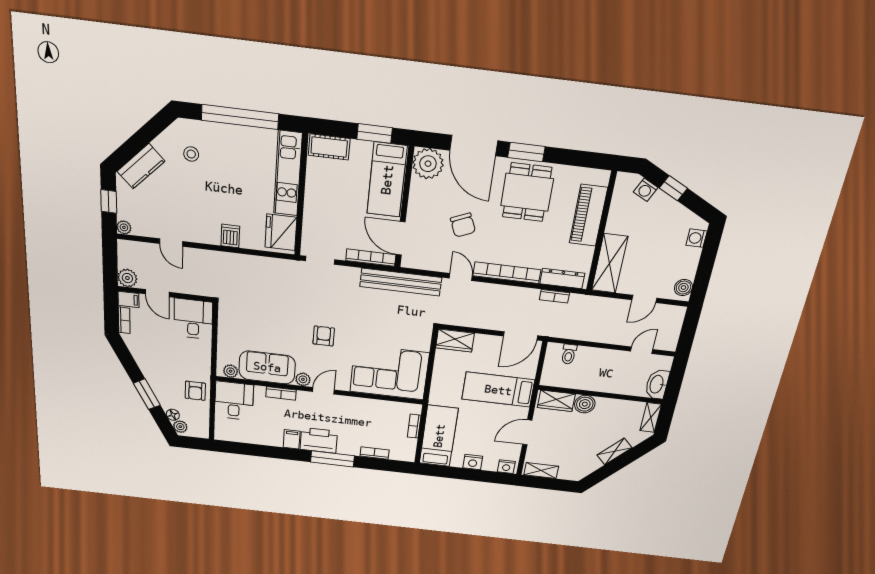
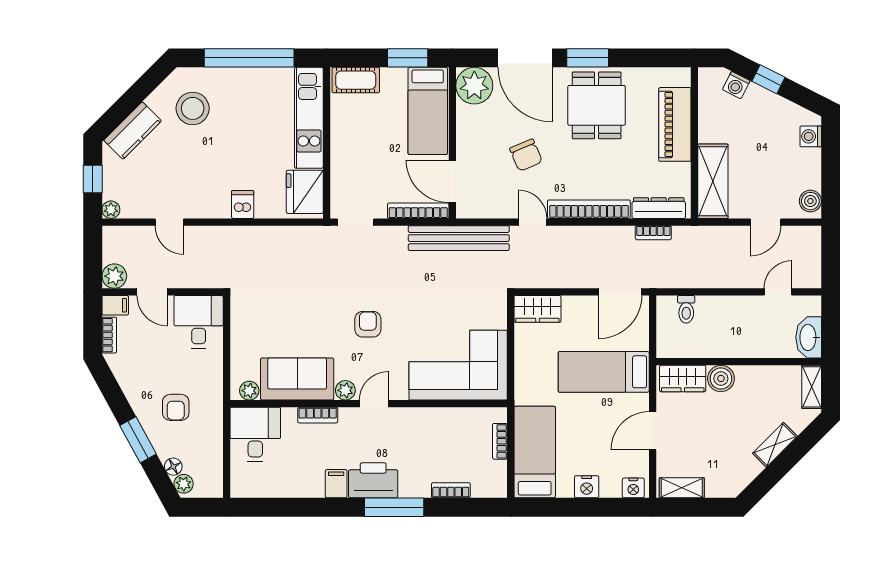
stool: (191, 154) -> (193, 108), width x1.89, depth x1.89
armchair: (195, 391) -> (176, 407), moved

